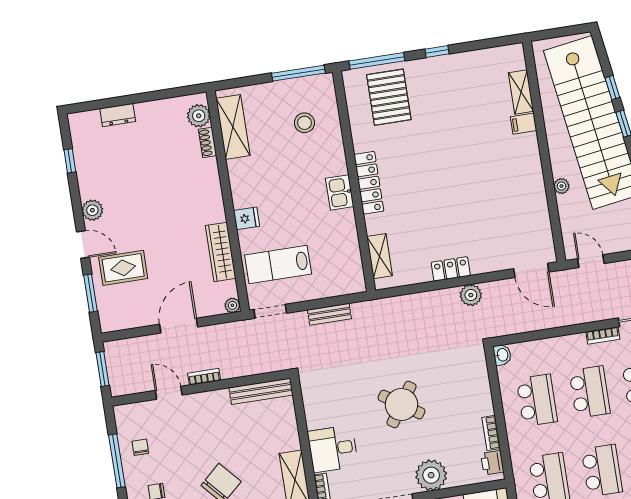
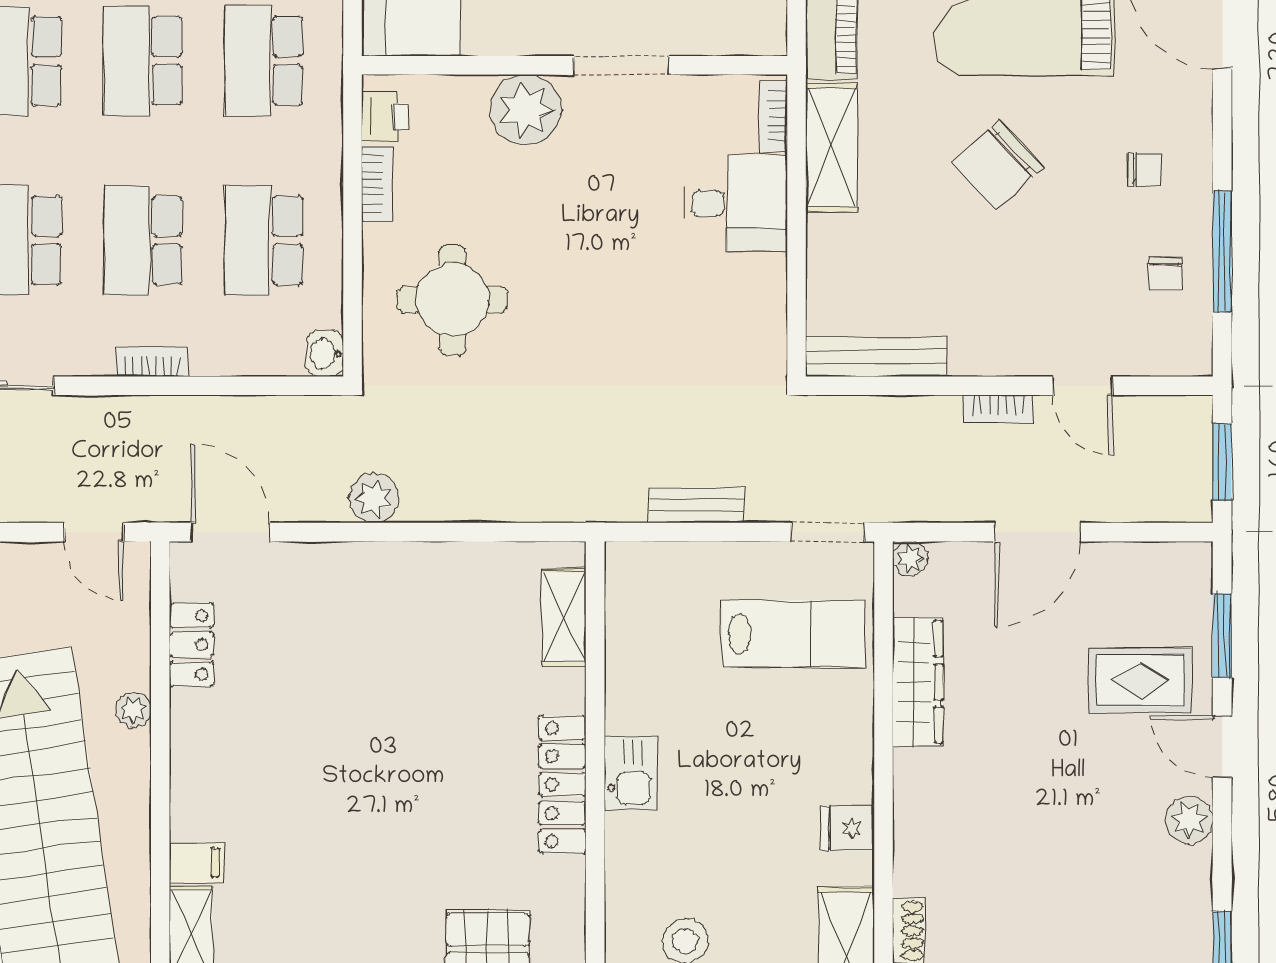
fridge: (247, 218) -> (848, 828), moved
locker: (451, 269) -> (192, 645), moved, turned -90
bookcase: (603, 335) -> (152, 362), moved
round table: (402, 405) -> (452, 300), moved, turned -34

